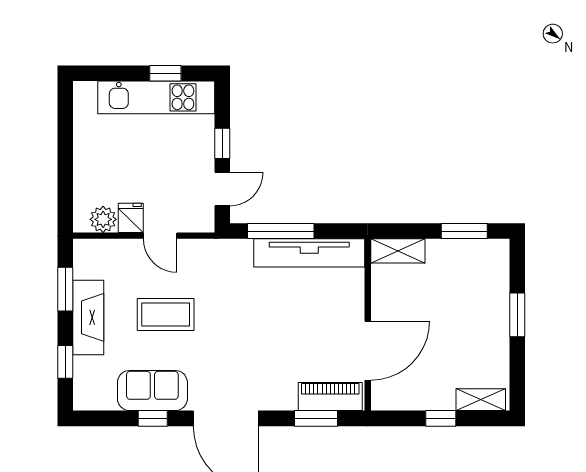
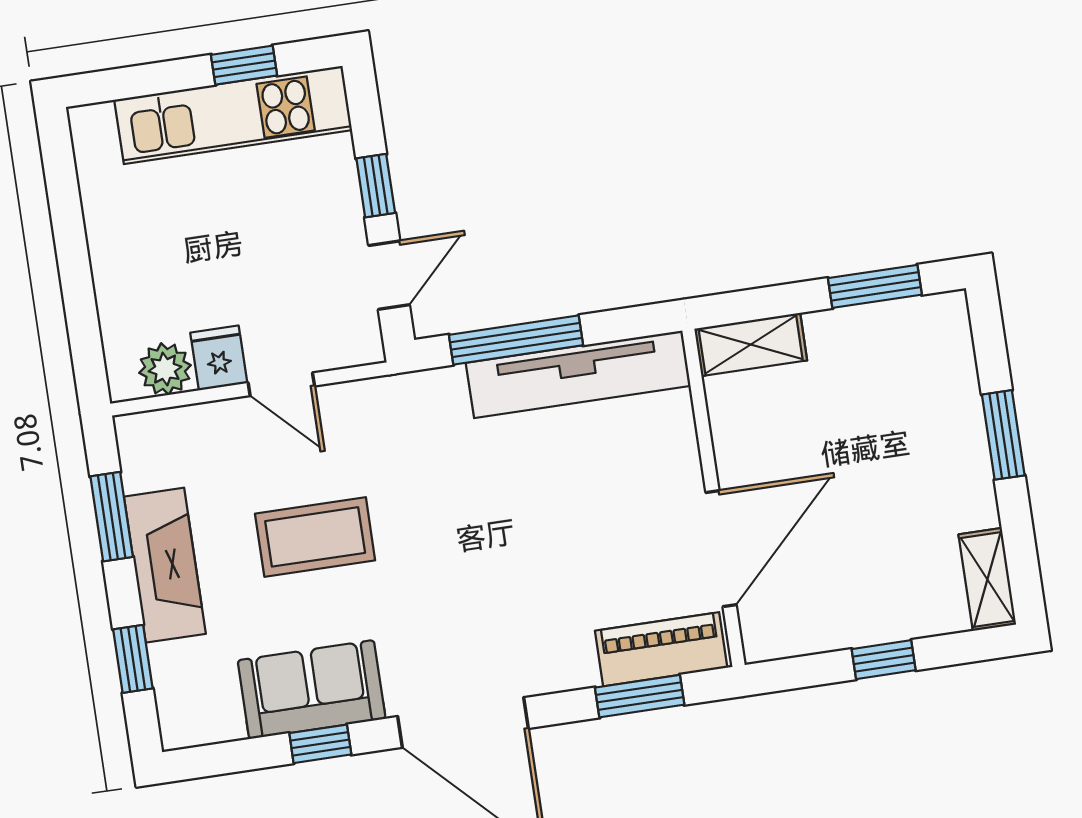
shelving: (481, 400) -> (987, 579), moved, turned 90

